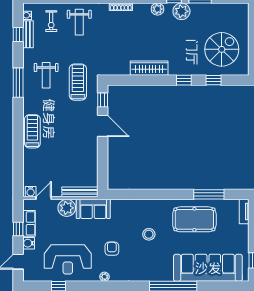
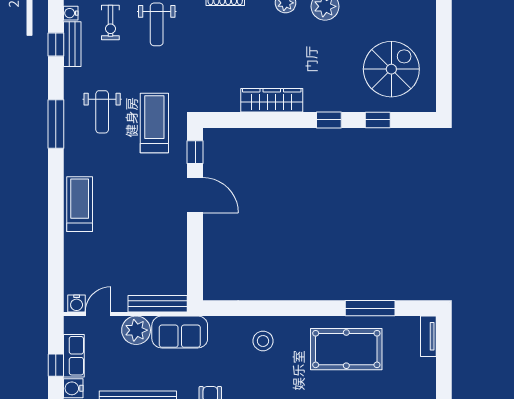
stool: (149, 234) -> (263, 341), moved

